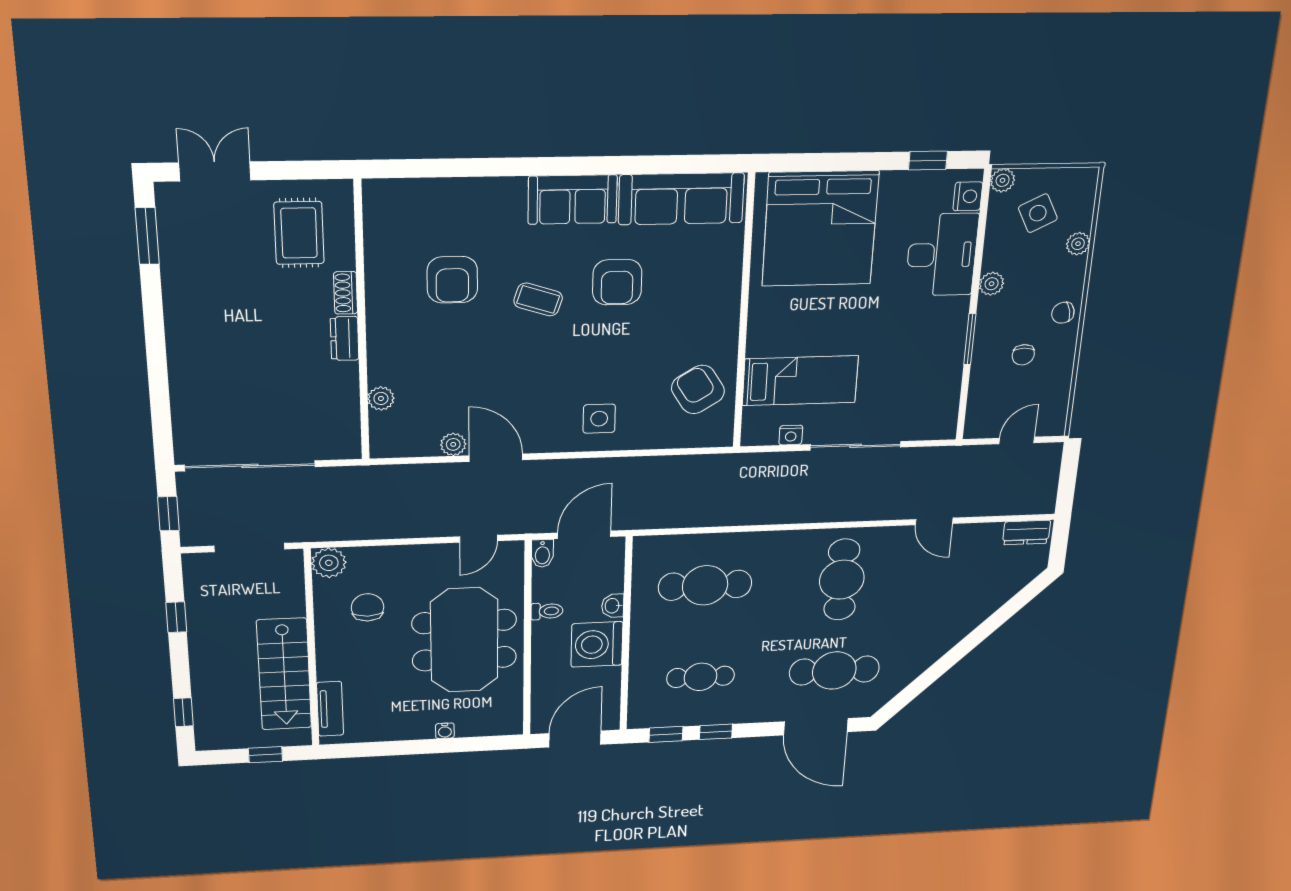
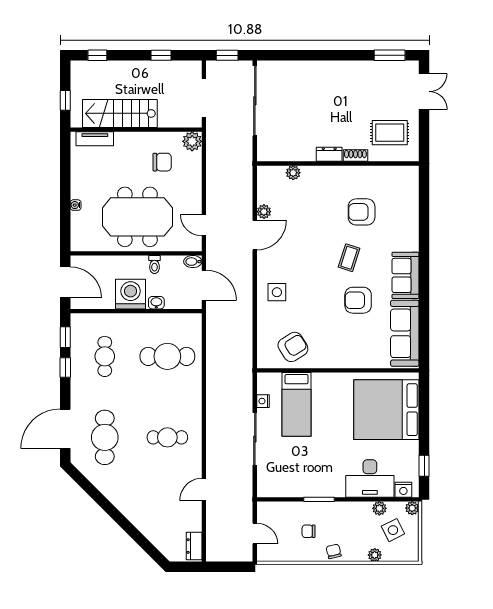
plant: (992, 284) -> (379, 508), moved
cafe table: (842, 580) -> (167, 437), width x0.73, depth x0.74
cafe table: (705, 585) -> (167, 356), turned 90

